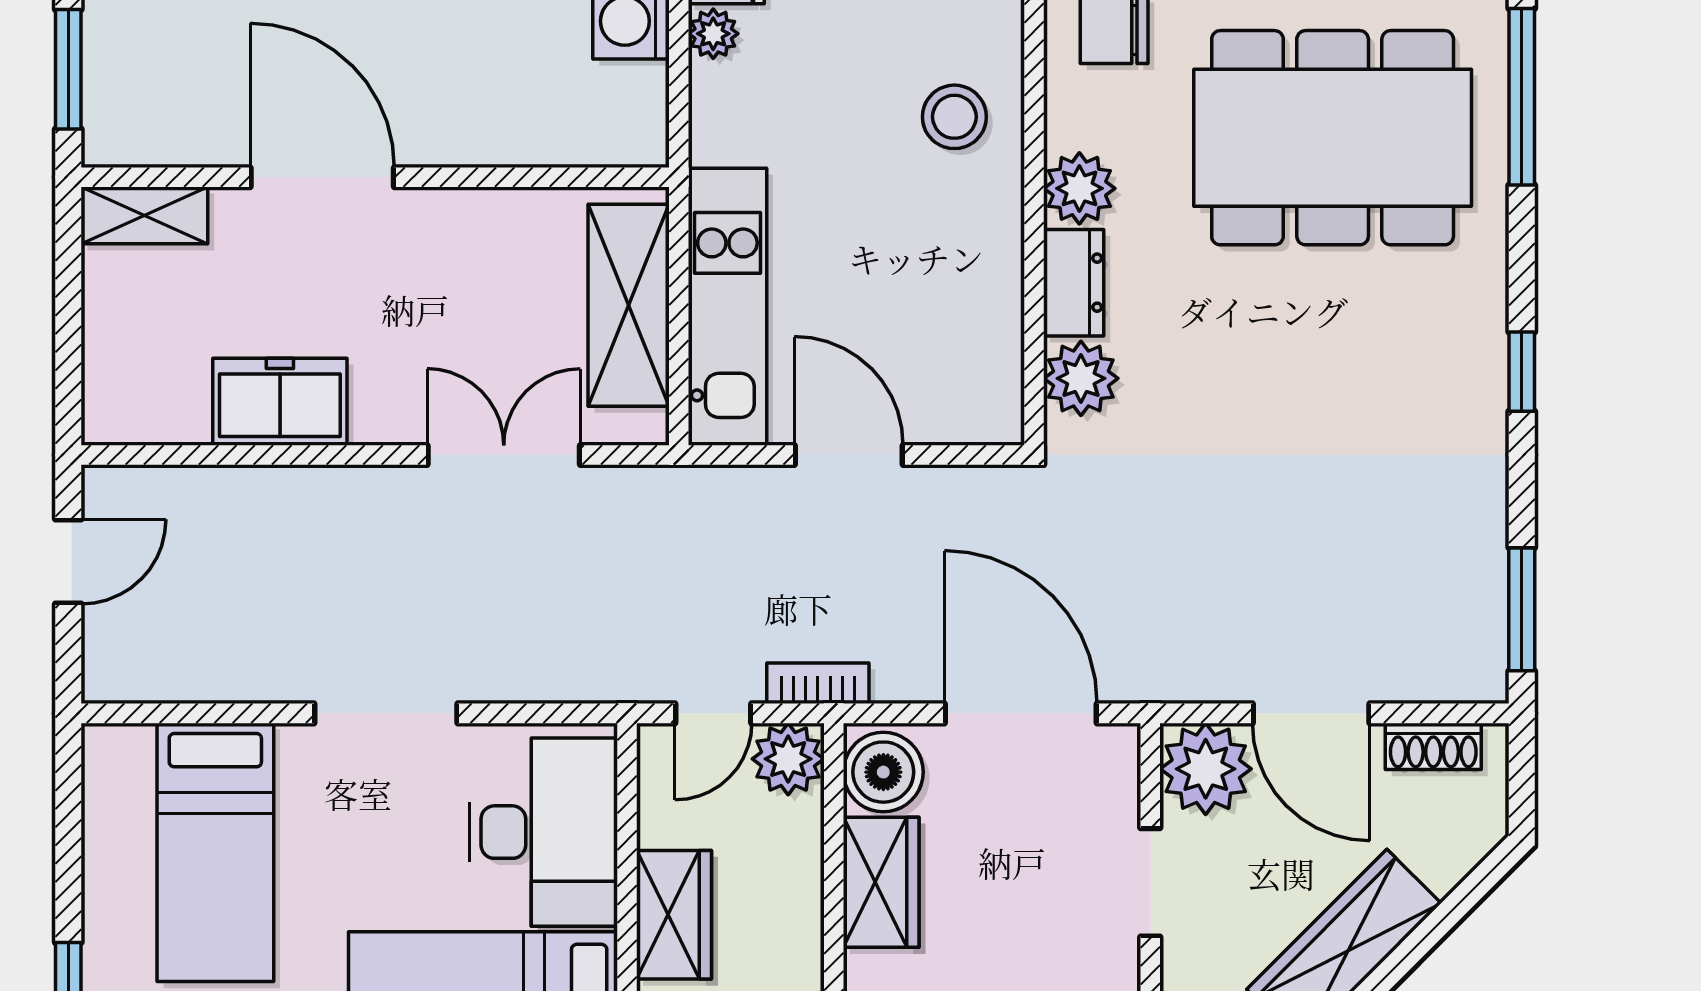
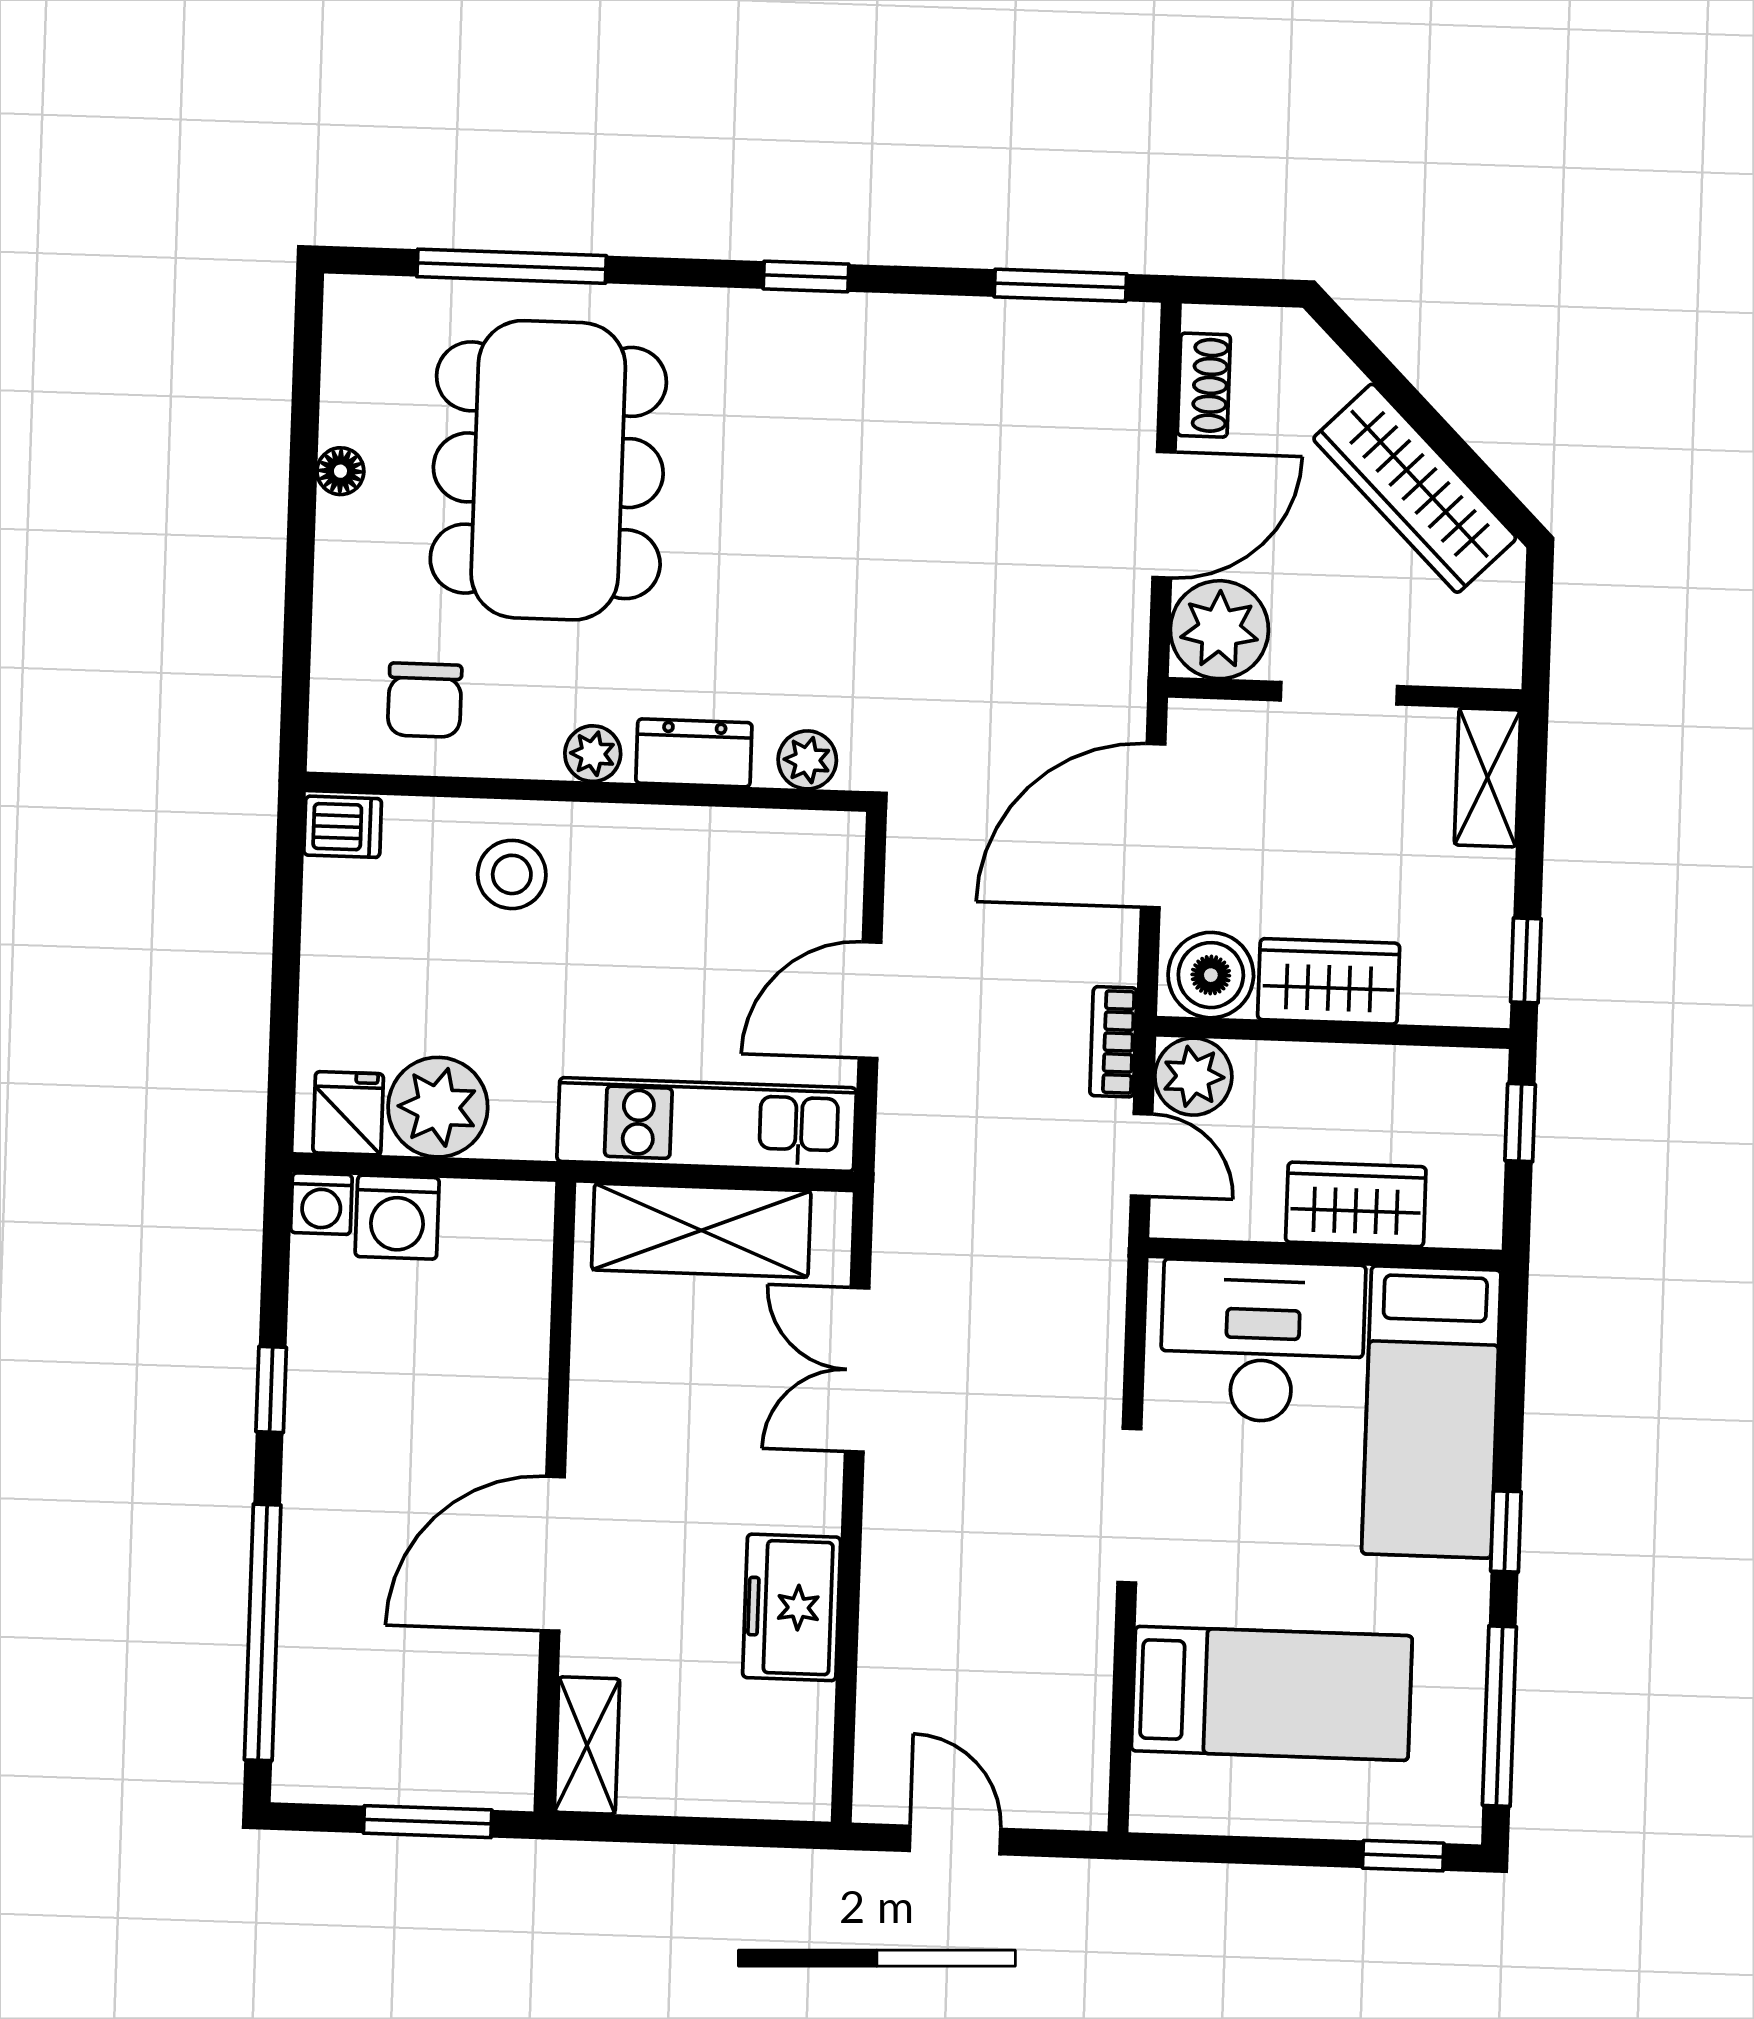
plant: (713, 34) -> (438, 1107), width x1.88, depth x1.88
plant: (1079, 188) -> (593, 754), width x0.73, depth x0.73
plant: (1081, 378) -> (807, 760), width x0.73, depth x0.73

